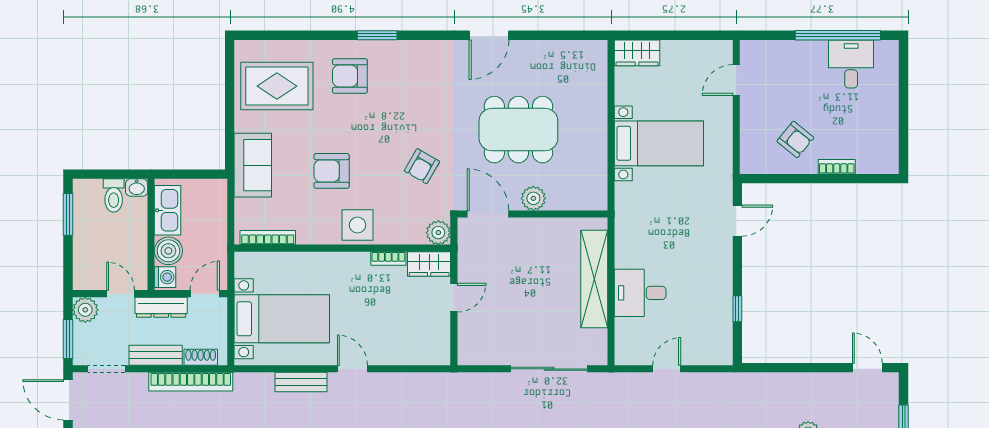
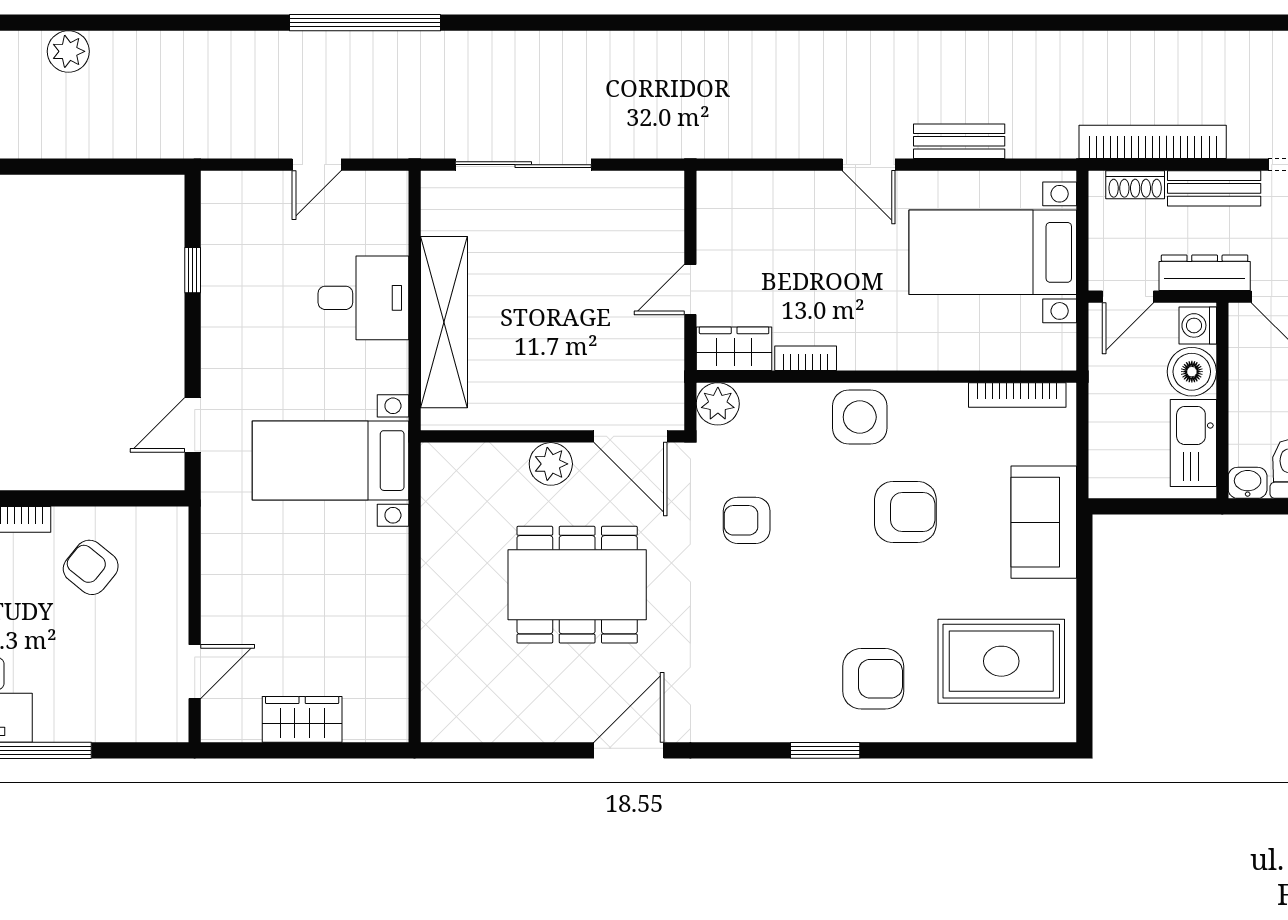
wardrobe: (637, 53) -> (302, 719), moved
bed with nightstands: (659, 143) -> (331, 461), moved
armchair: (422, 166) -> (747, 520), turned -120

